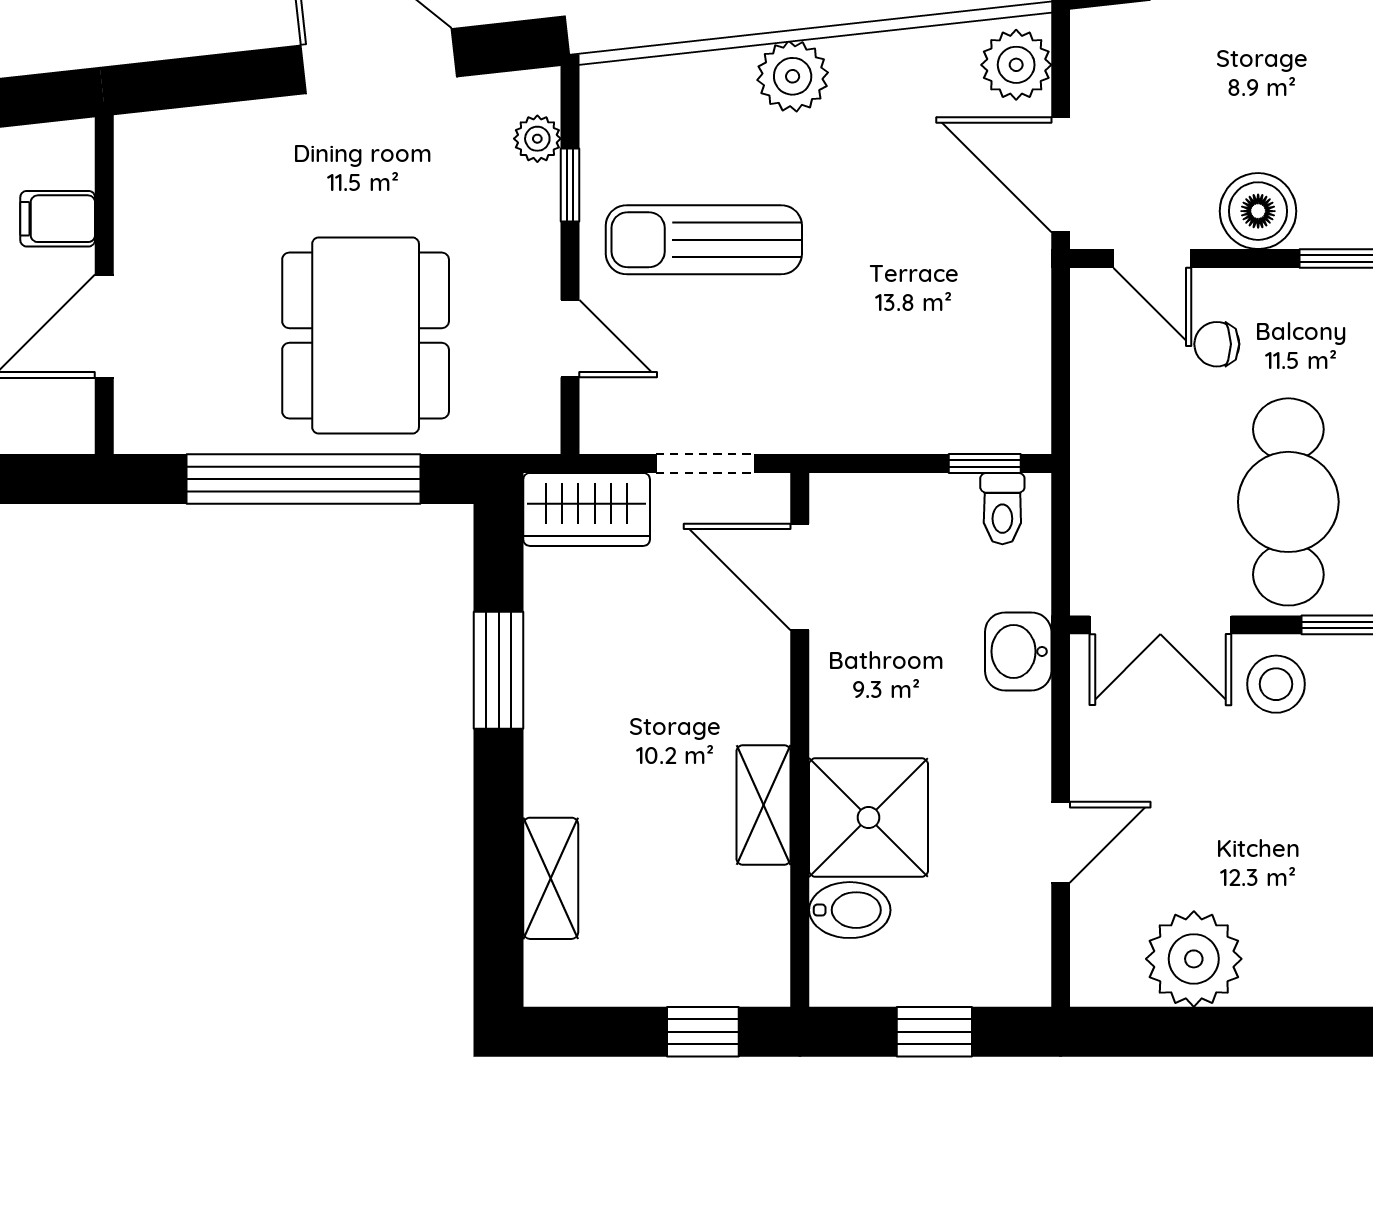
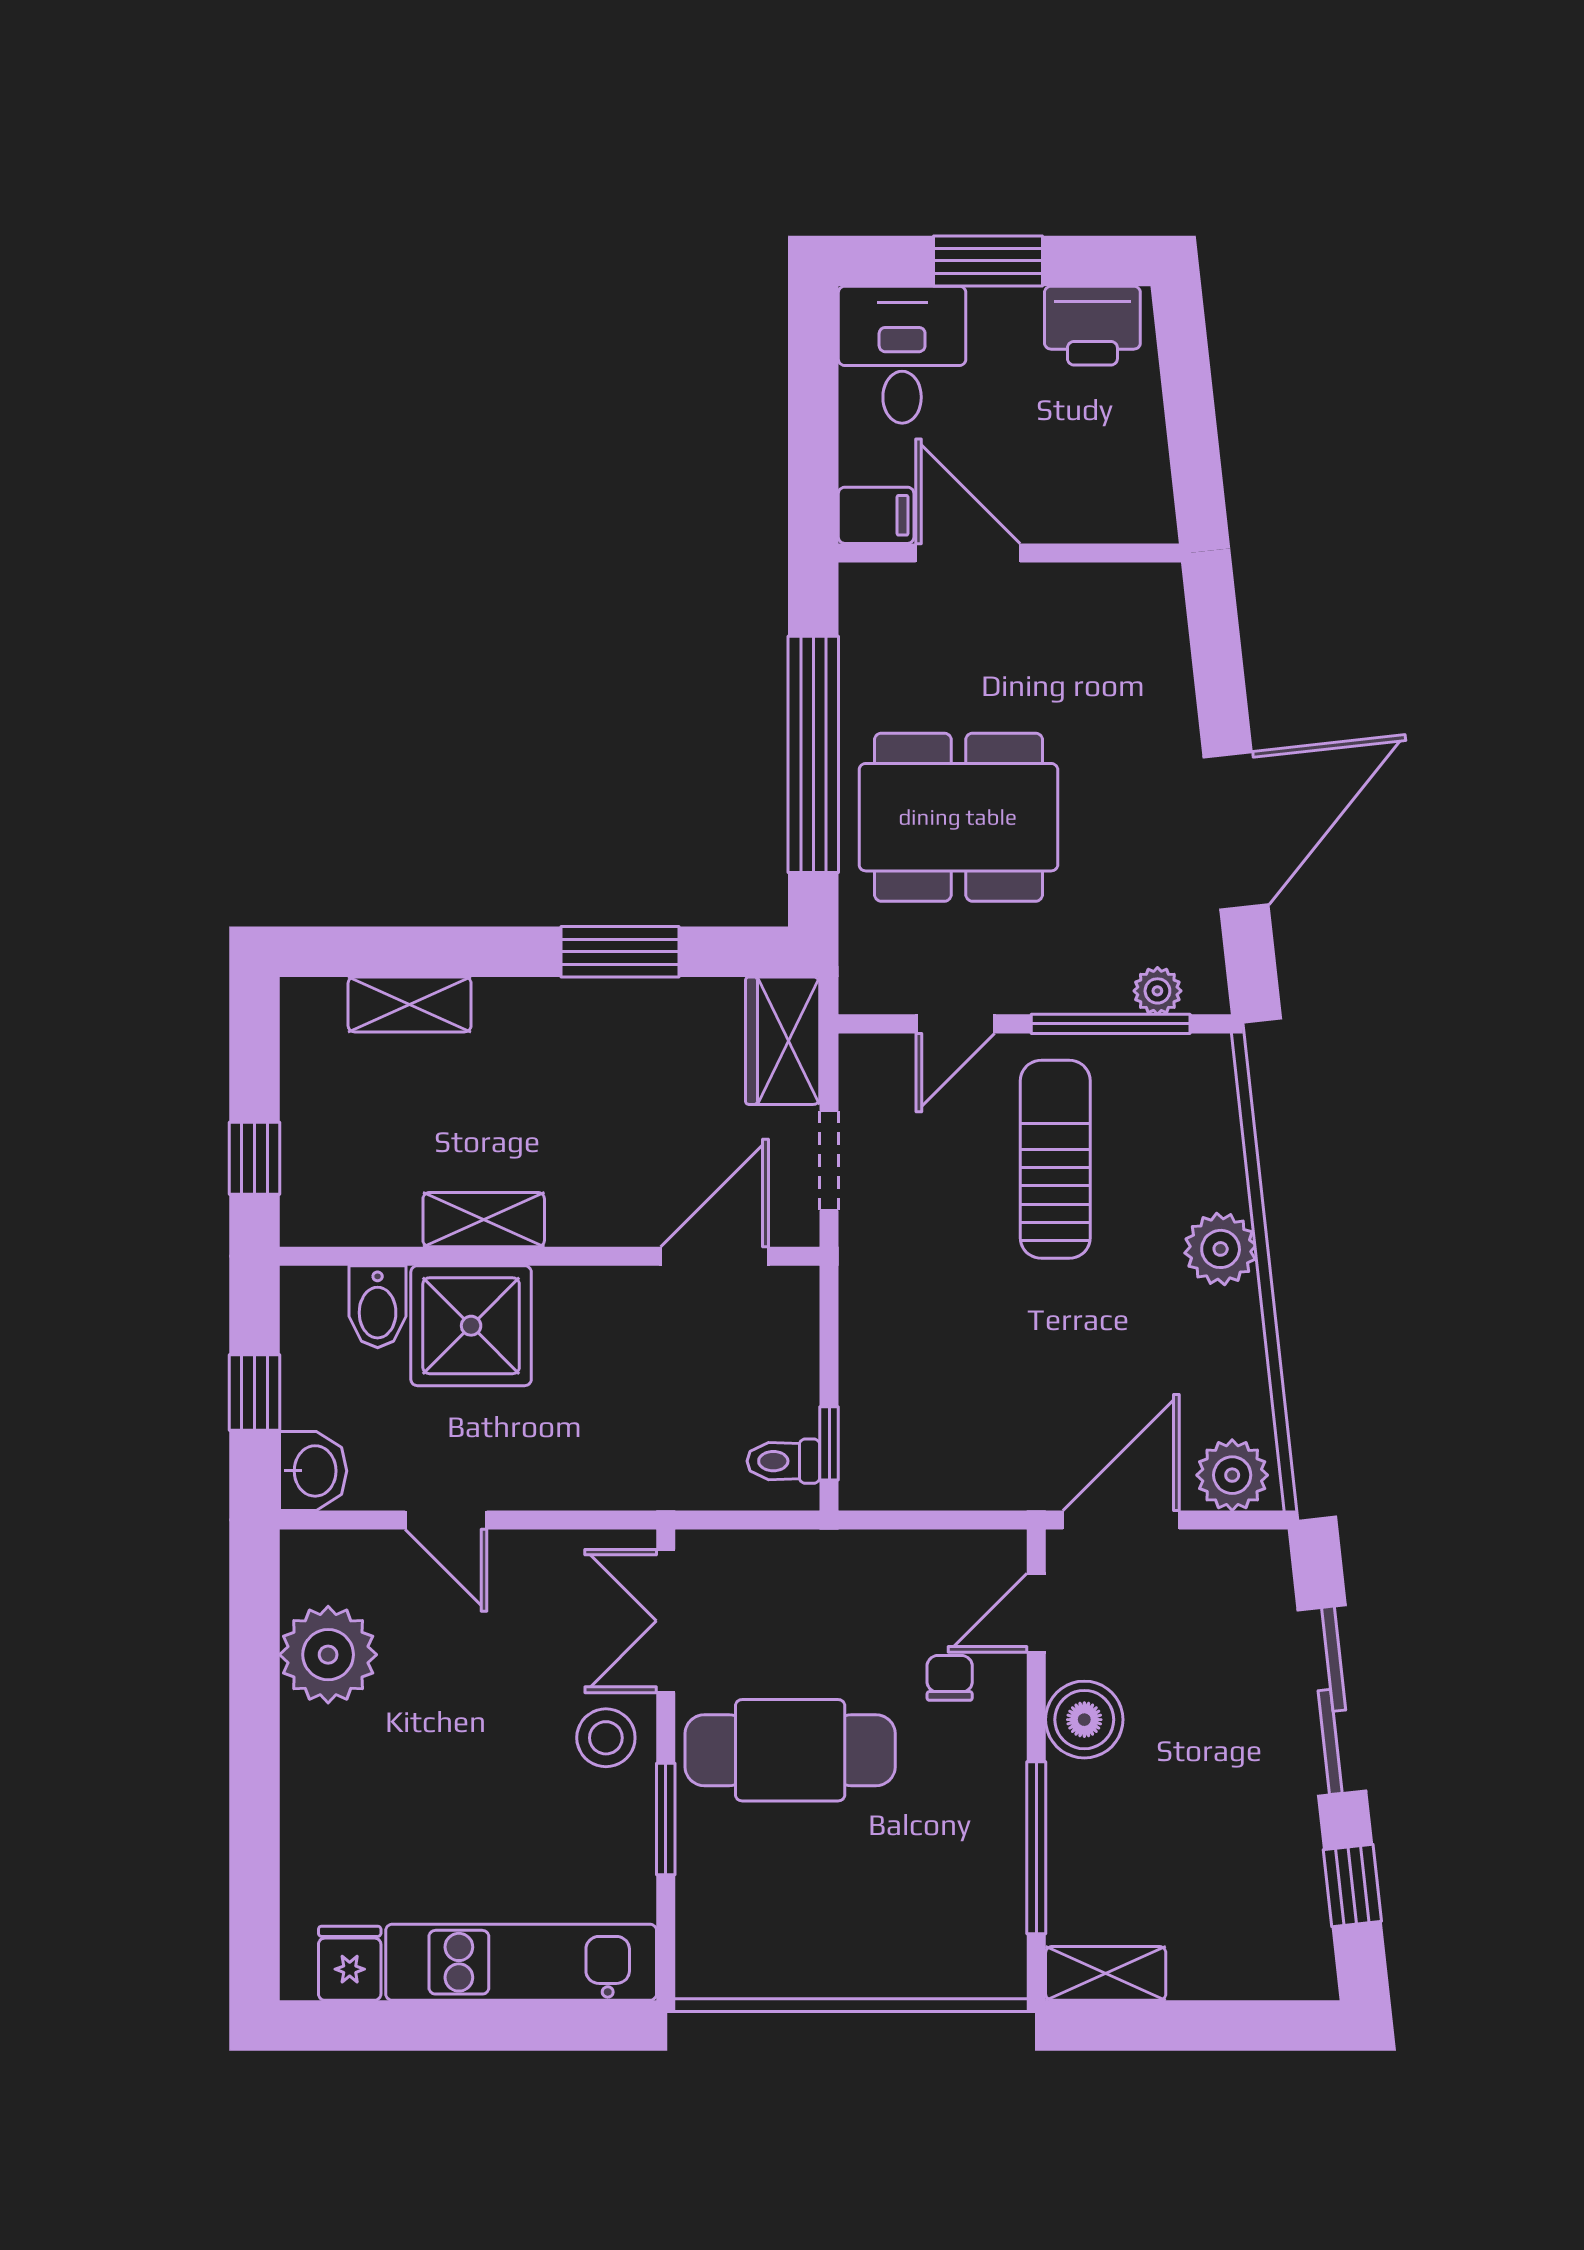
window: (570, 185) -> (1111, 1024), width x2.17
filing cabinet: (58, 219) -> (876, 515), moved, turned 90
washbasin: (1018, 651) -> (313, 1471), moved, turned 90

